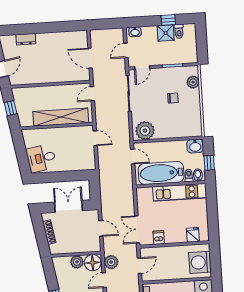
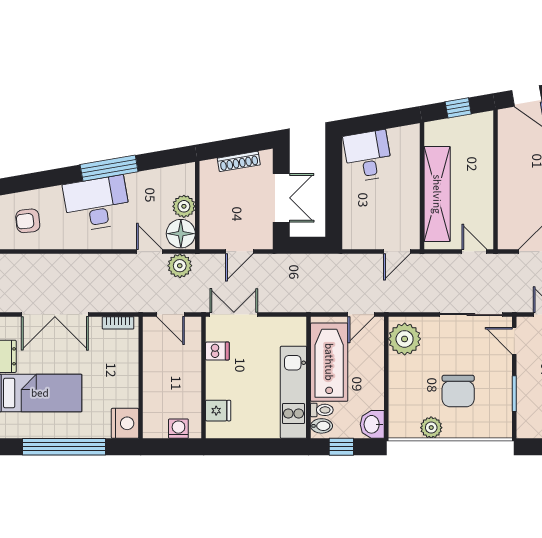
plant: (193, 82) -> (431, 428), moved
chair: (173, 98) -> (458, 391), width x1.87, depth x1.87
washing machine: (200, 262) -> (178, 429), width x0.53, depth x0.53

